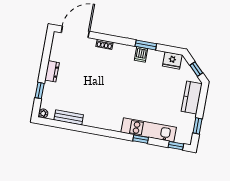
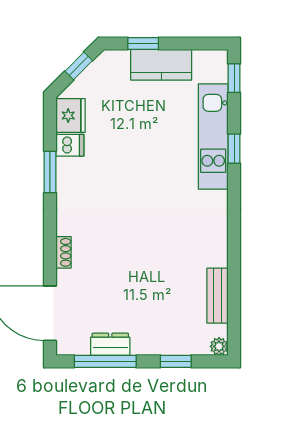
dishwasher: (141, 54) -> (70, 145), moved
window: (46, 55) -> (105, 361), added
dresser: (52, 71) -> (110, 344), moved
kitchen counter: (192, 98) -> (161, 65), moved
window: (197, 126) -> (143, 44), moved

